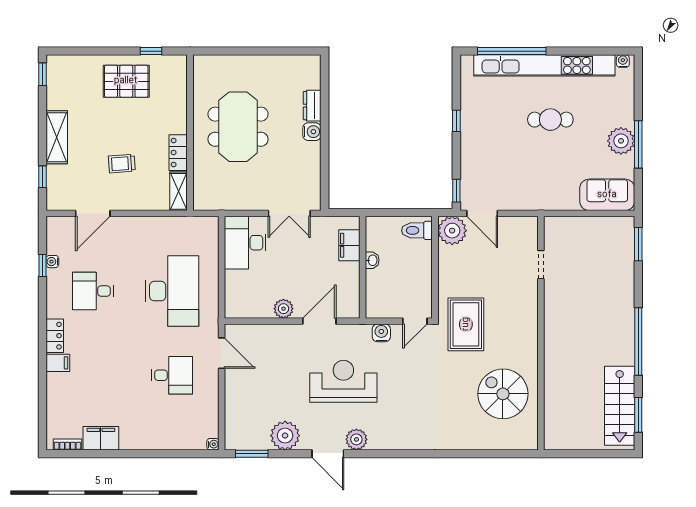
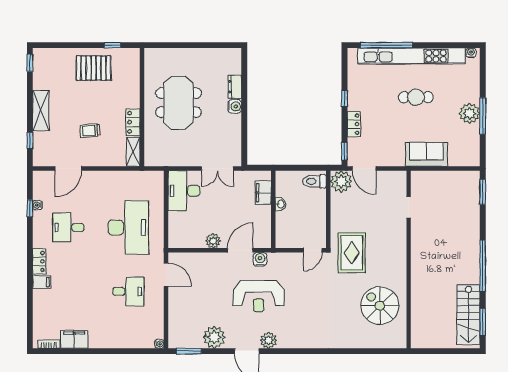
locker: (469, 155) -> (354, 124), added
sofa: (607, 195) -> (426, 154), moved
water cooler: (381, 333) -> (260, 259), moved
reception desk: (343, 381) -> (259, 296), turned 180

